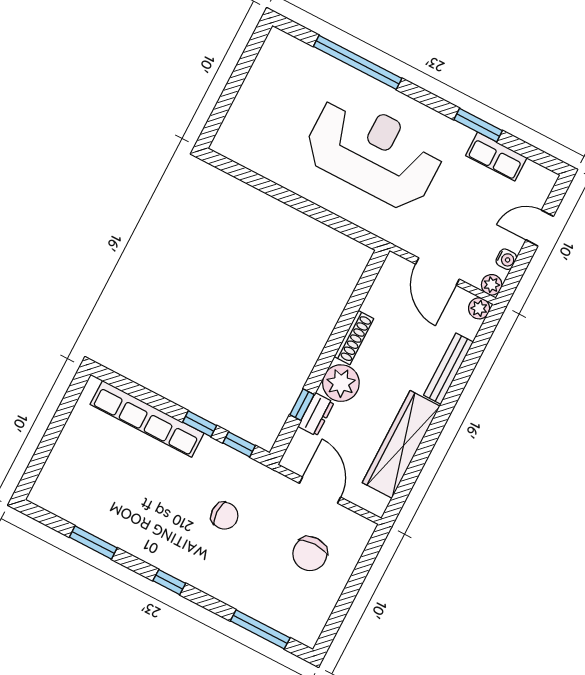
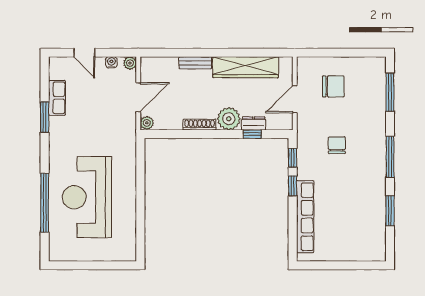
reception desk: (374, 152) -> (87, 197), moved
plant: (479, 308) -> (147, 123), moved
bench: (448, 369) -> (195, 63), width x0.73
window: (169, 582) -> (390, 157), width x2.17

